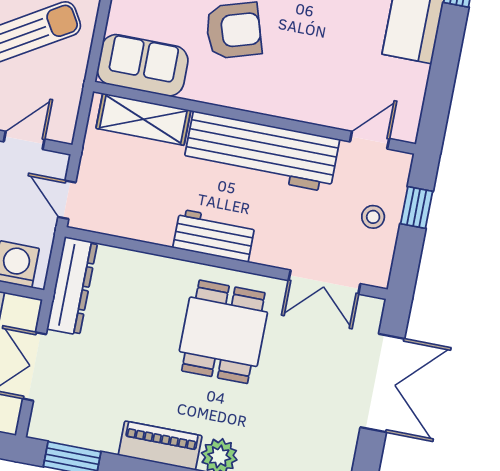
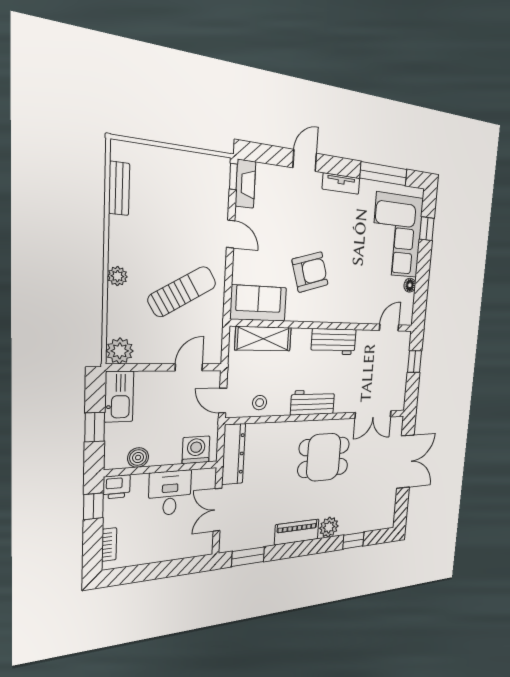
floor lamp: (417, 76) -> (410, 285), added
workbench: (261, 152) -> (334, 342), width x0.53, depth x0.76
stool: (373, 217) -> (260, 403), moved
dining table: (223, 332) -> (324, 457), turned 90

